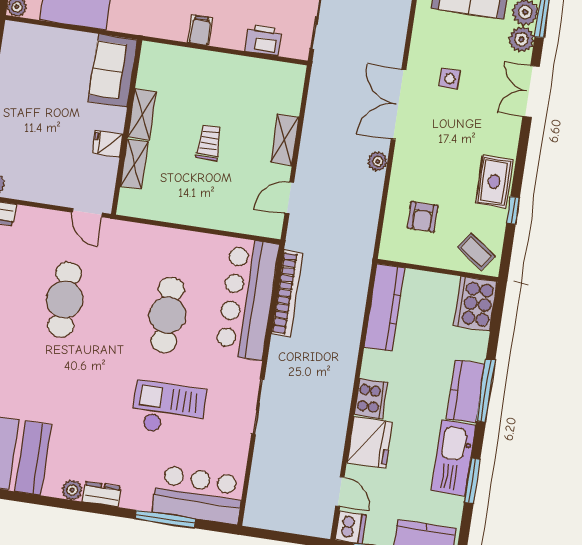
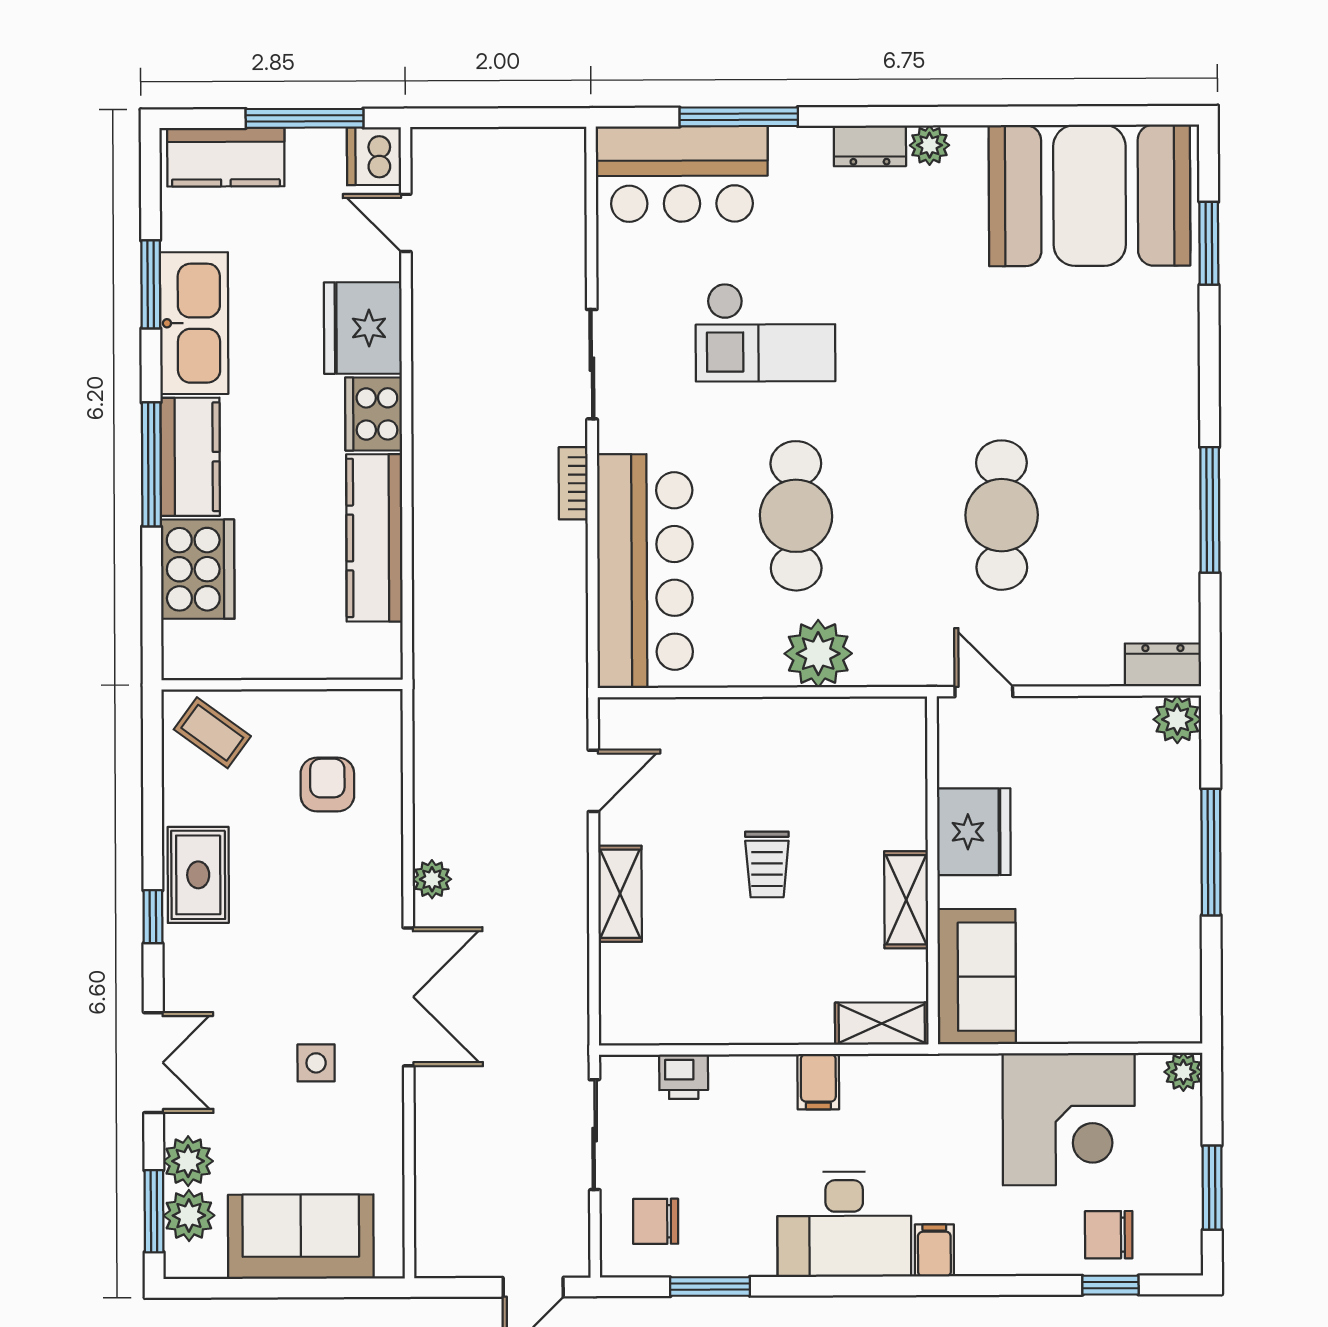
printer: (263, 40) -> (684, 1077), width x0.73, depth x0.81
fridge: (108, 144) -> (974, 832), width x1.88, depth x1.34
shelving: (134, 164) -> (882, 1024), moved, turned 90
window: (513, 210) -> (153, 917), moved
plant: (167, 244) -> (818, 654), added
bookcase: (287, 293) -> (573, 483), moved, width x0.43, depth x0.76
cooker: (475, 304) -> (198, 569), moved
kitchen counter: (384, 308) -> (374, 538), moved

